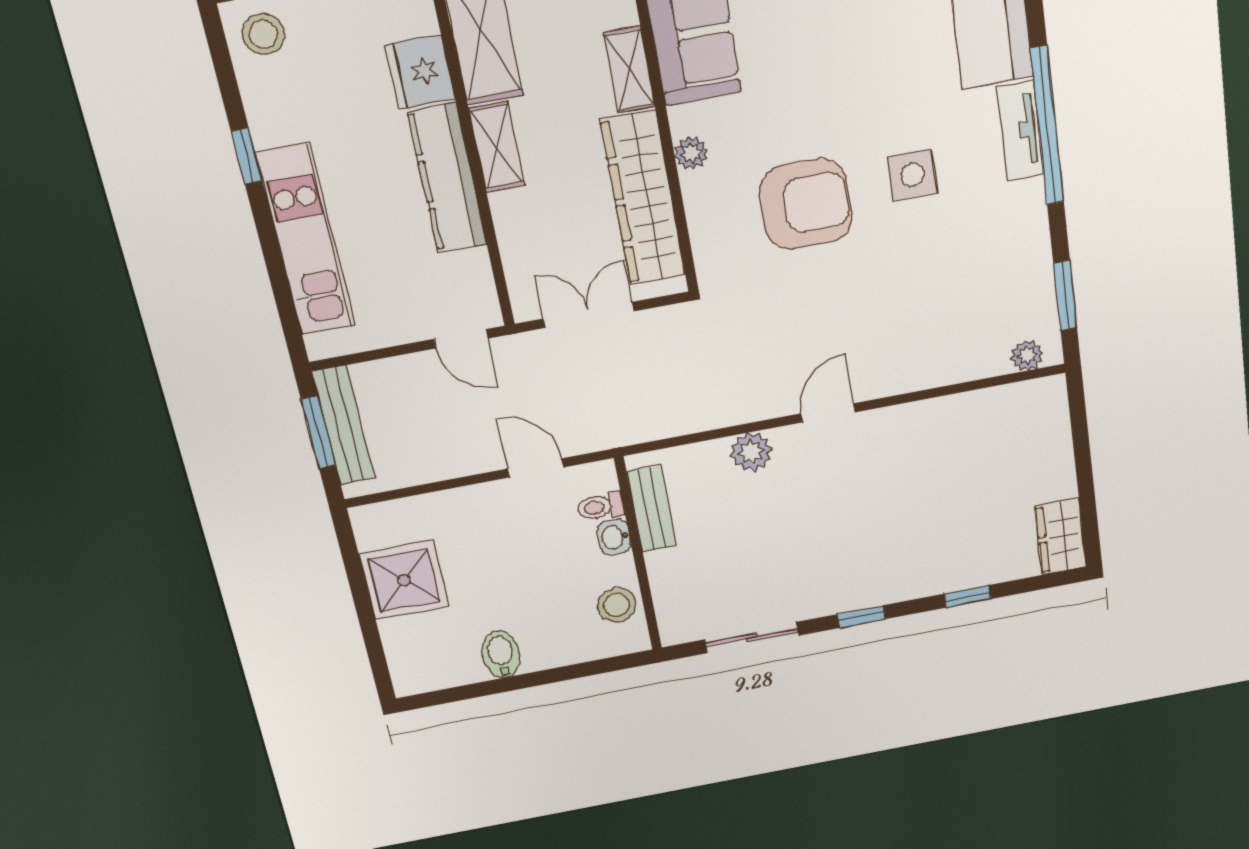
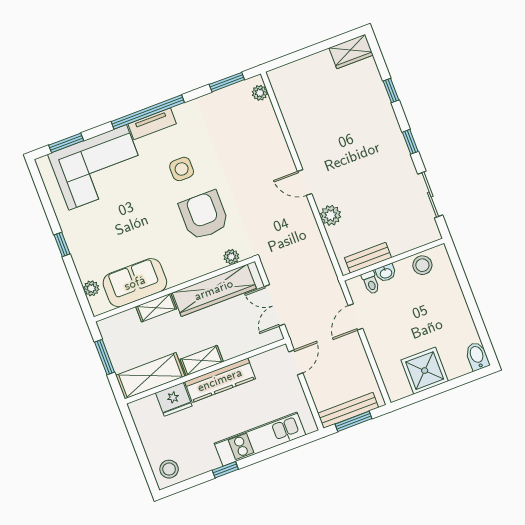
plant: (691, 153) -> (231, 257), moved
bidet: (501, 654) -> (477, 356), moved, turned 90

